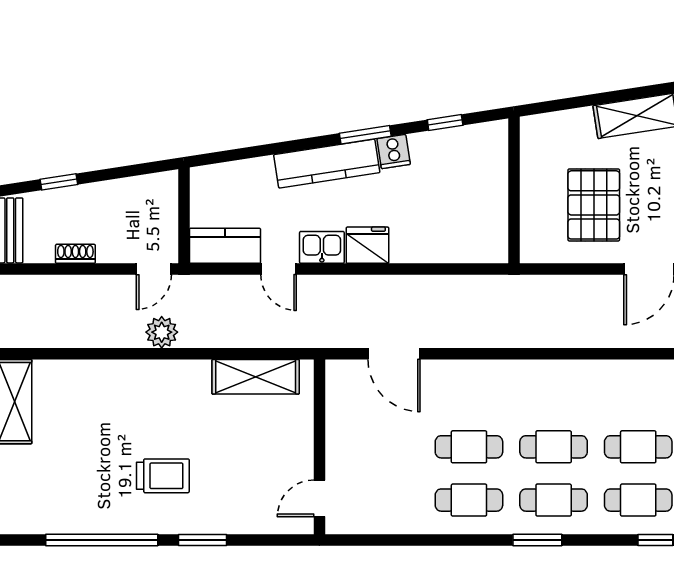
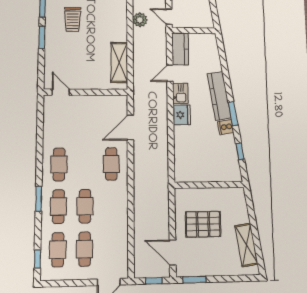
cafe table: (469, 447) -> (111, 164), moved

